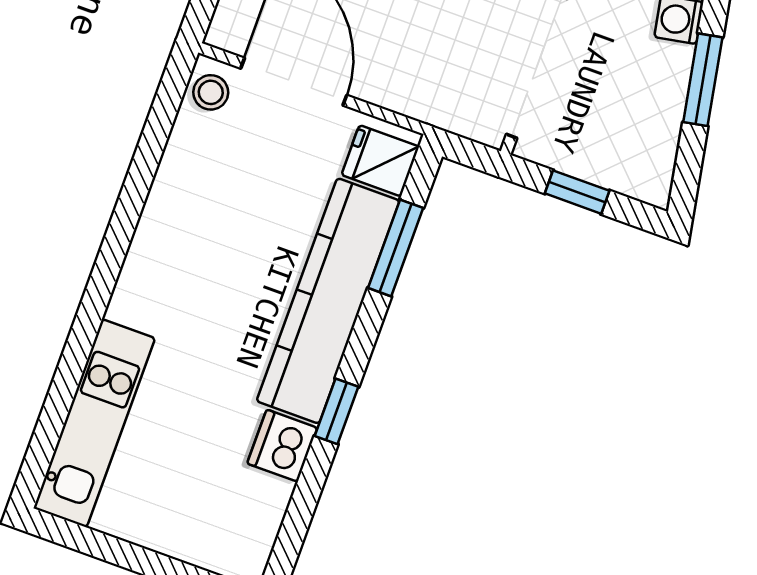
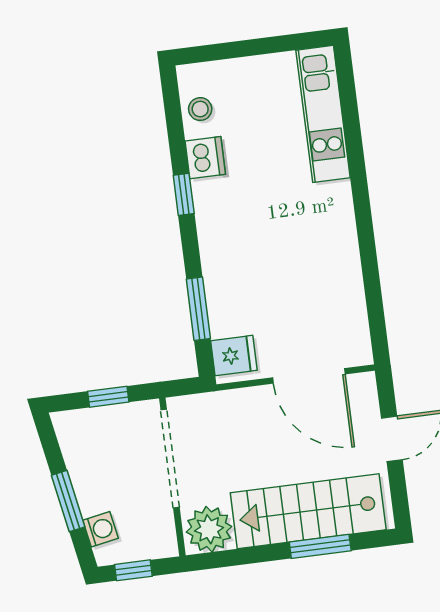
stool: (211, 92) -> (200, 109), moved
kitchen counter: (328, 301) -> (222, 257), removed

